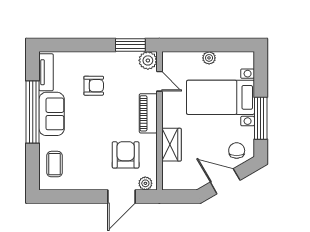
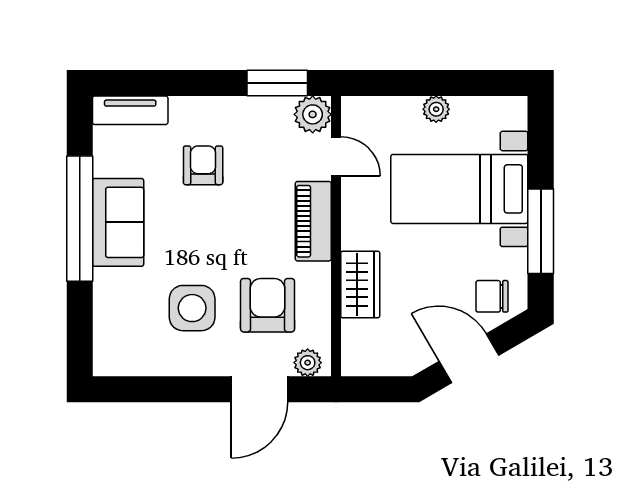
tv unit: (46, 72) -> (130, 110), moved, turned 90
armchair: (94, 86) -> (203, 165), turned -90
chair: (237, 151) -> (492, 296), turned -90
side table: (88, 156) -> (192, 308), added
coffee table: (55, 164) -> (124, 324), removed

